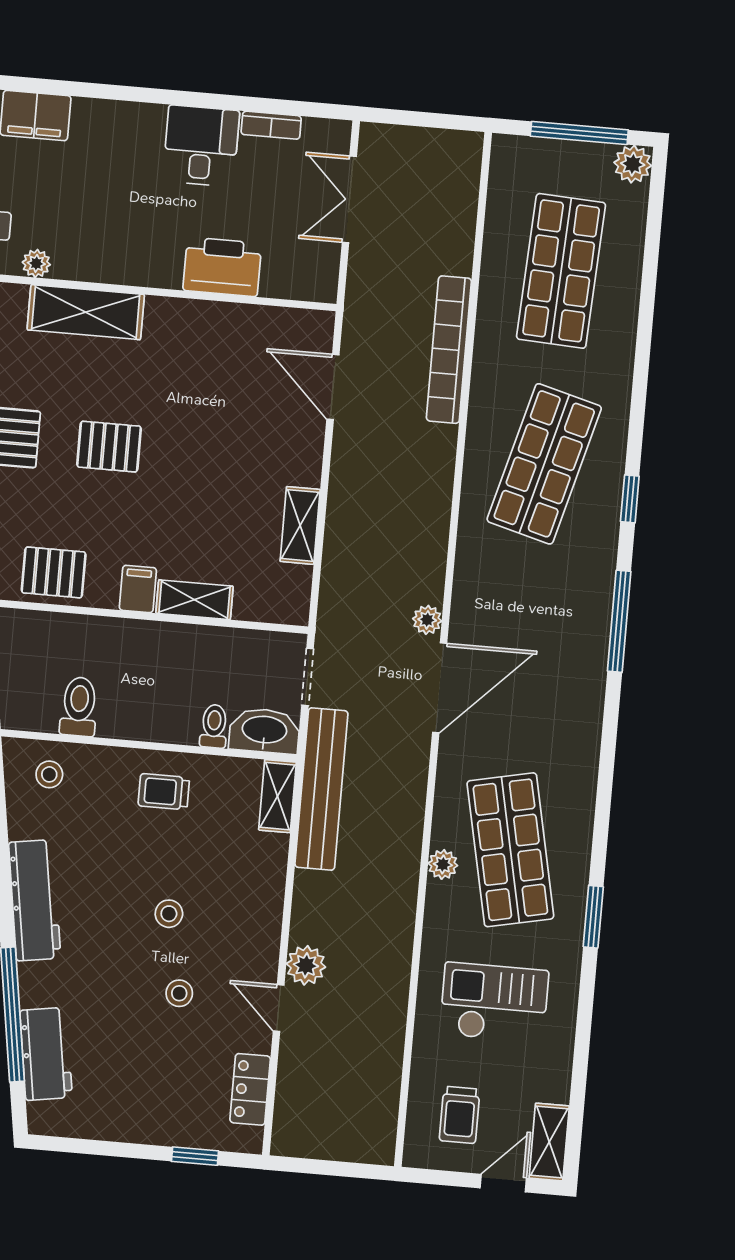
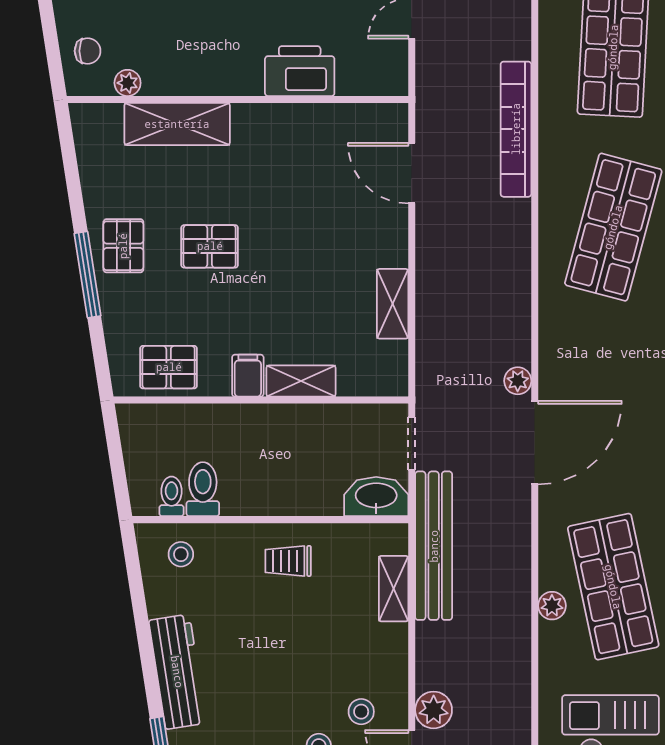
toilet: (214, 726) -> (171, 496), moved
shelving: (277, 796) -> (394, 589), moved
stool: (169, 914) -> (361, 712), moved

